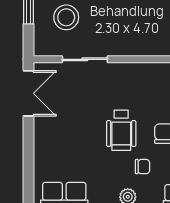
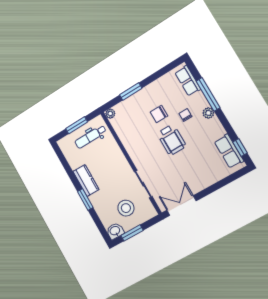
wheelchair: (121, 130) -> (172, 140), turned 90

